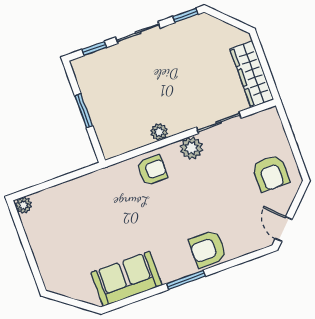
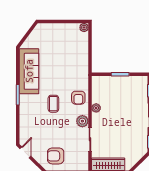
coffee table: (179, 211) -> (53, 104), added
door: (284, 229) -> (25, 152), hinge flipped
armchair: (208, 249) -> (29, 111), removed
sofa: (126, 279) -> (29, 71), width x1.36

